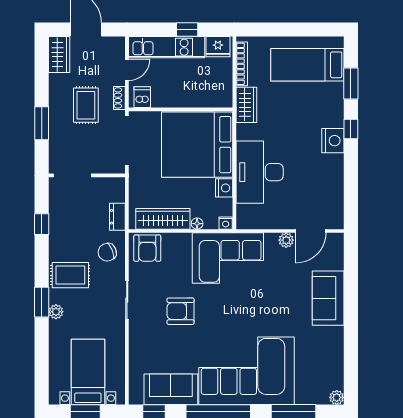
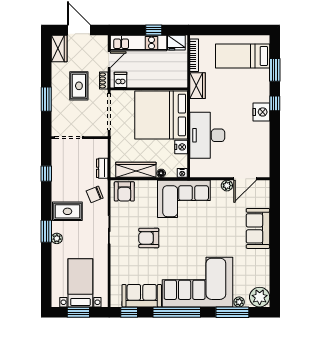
plant: (337, 397) -> (260, 297), width x1.87, depth x1.87
plant: (303, 398) -> (239, 302), added

